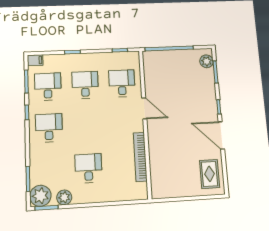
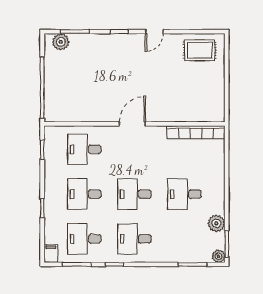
door: (144, 108) -> (132, 124), moved
desk: (87, 126) -> (134, 194), added
door: (221, 135) -> (154, 32), width x0.53
bookcase: (140, 157) -> (196, 132), moved
plant: (40, 196) -> (218, 256), width x0.53, depth x0.53

